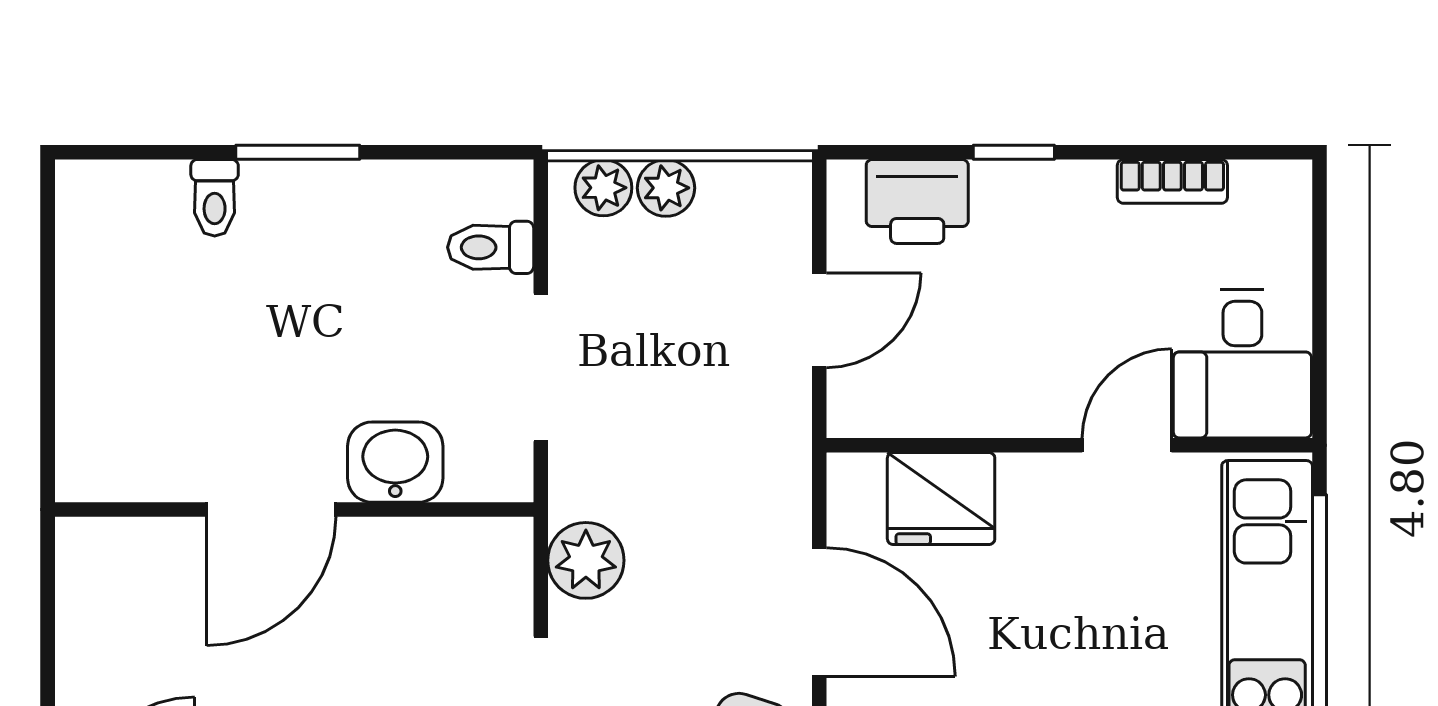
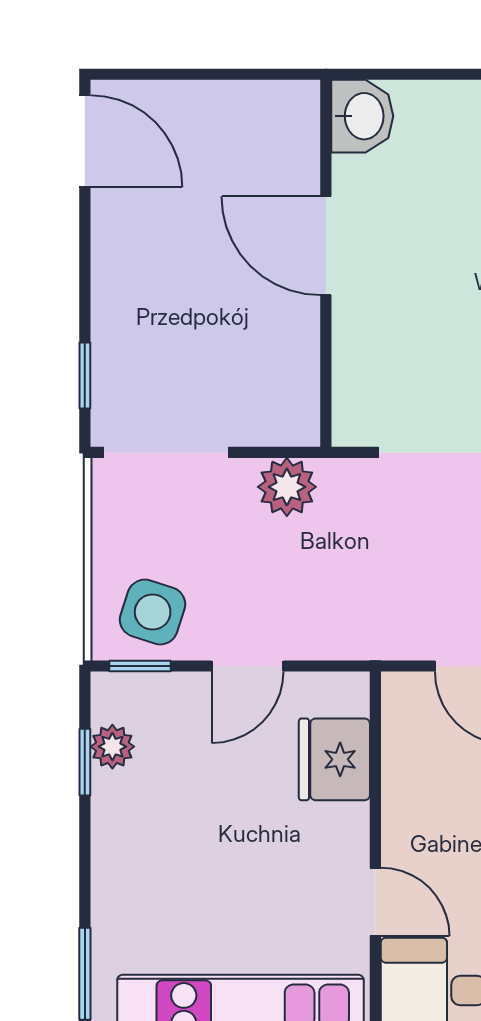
washbasin: (395, 462) -> (362, 116), moved
door: (819, 612) -> (247, 666), width x0.73

